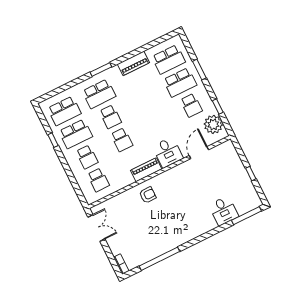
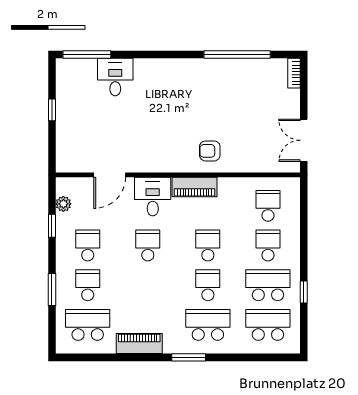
school desk: (180, 82) -> (88, 285), width x0.54
school desk: (157, 123) -> (148, 246), added
plant: (213, 124) -> (63, 204), width x0.53, depth x0.53

